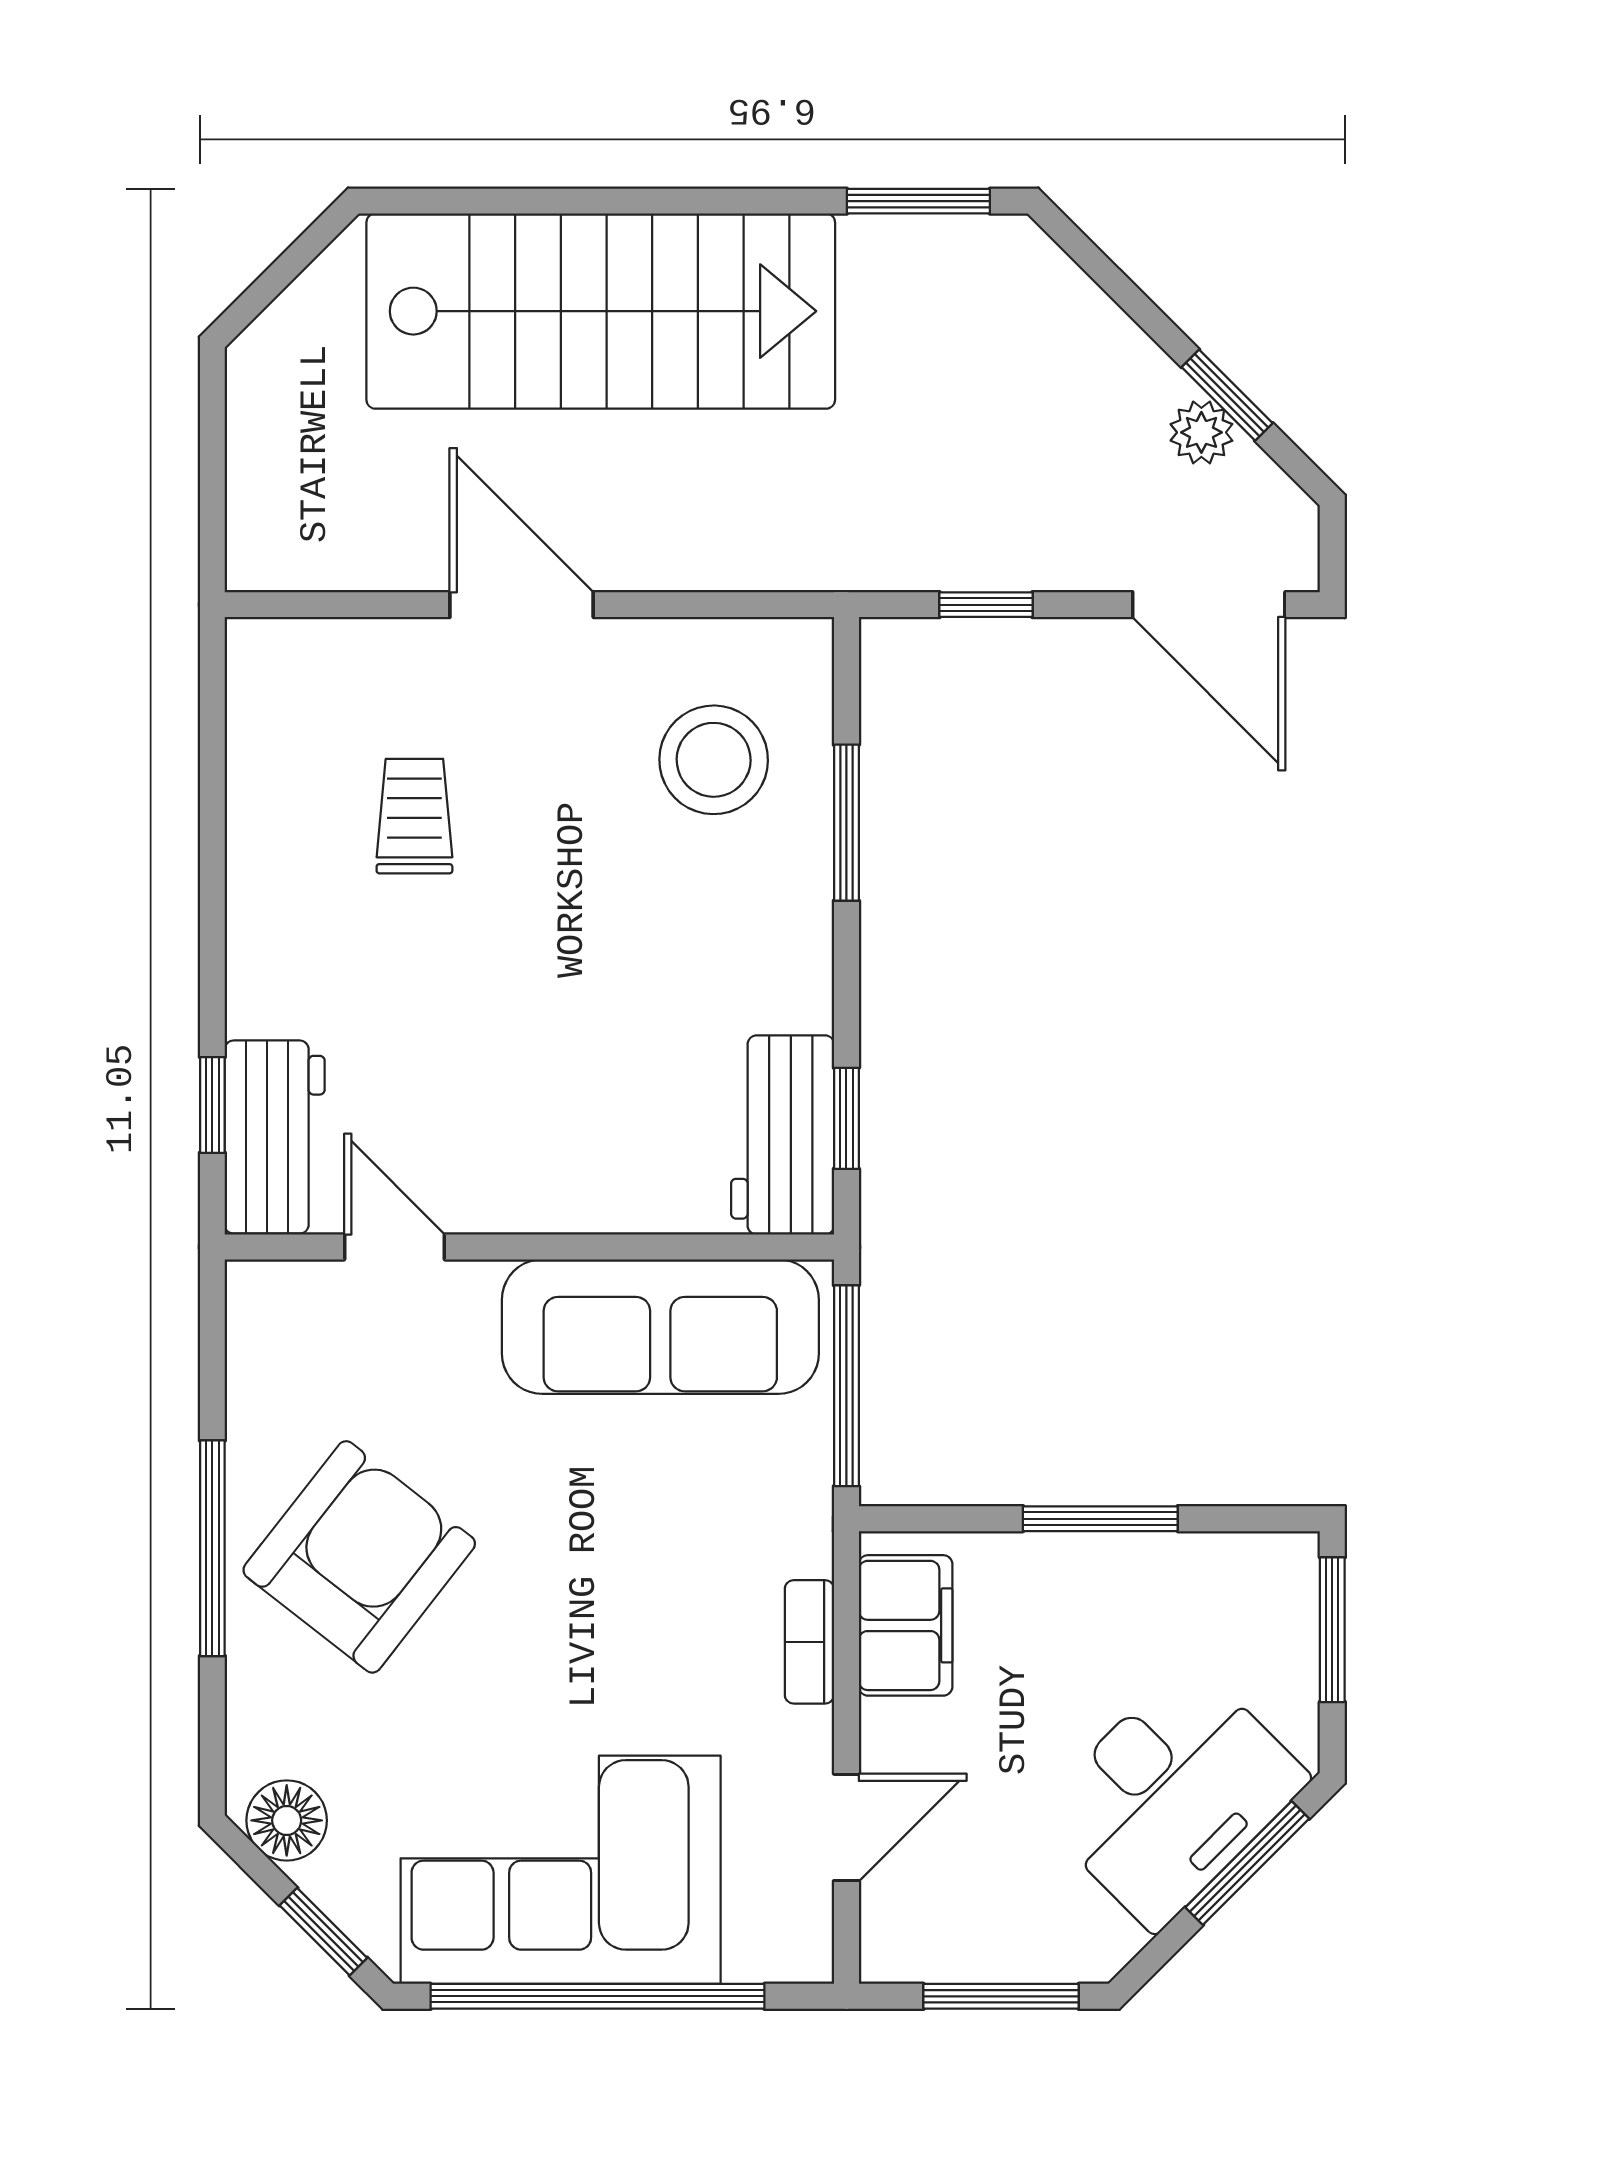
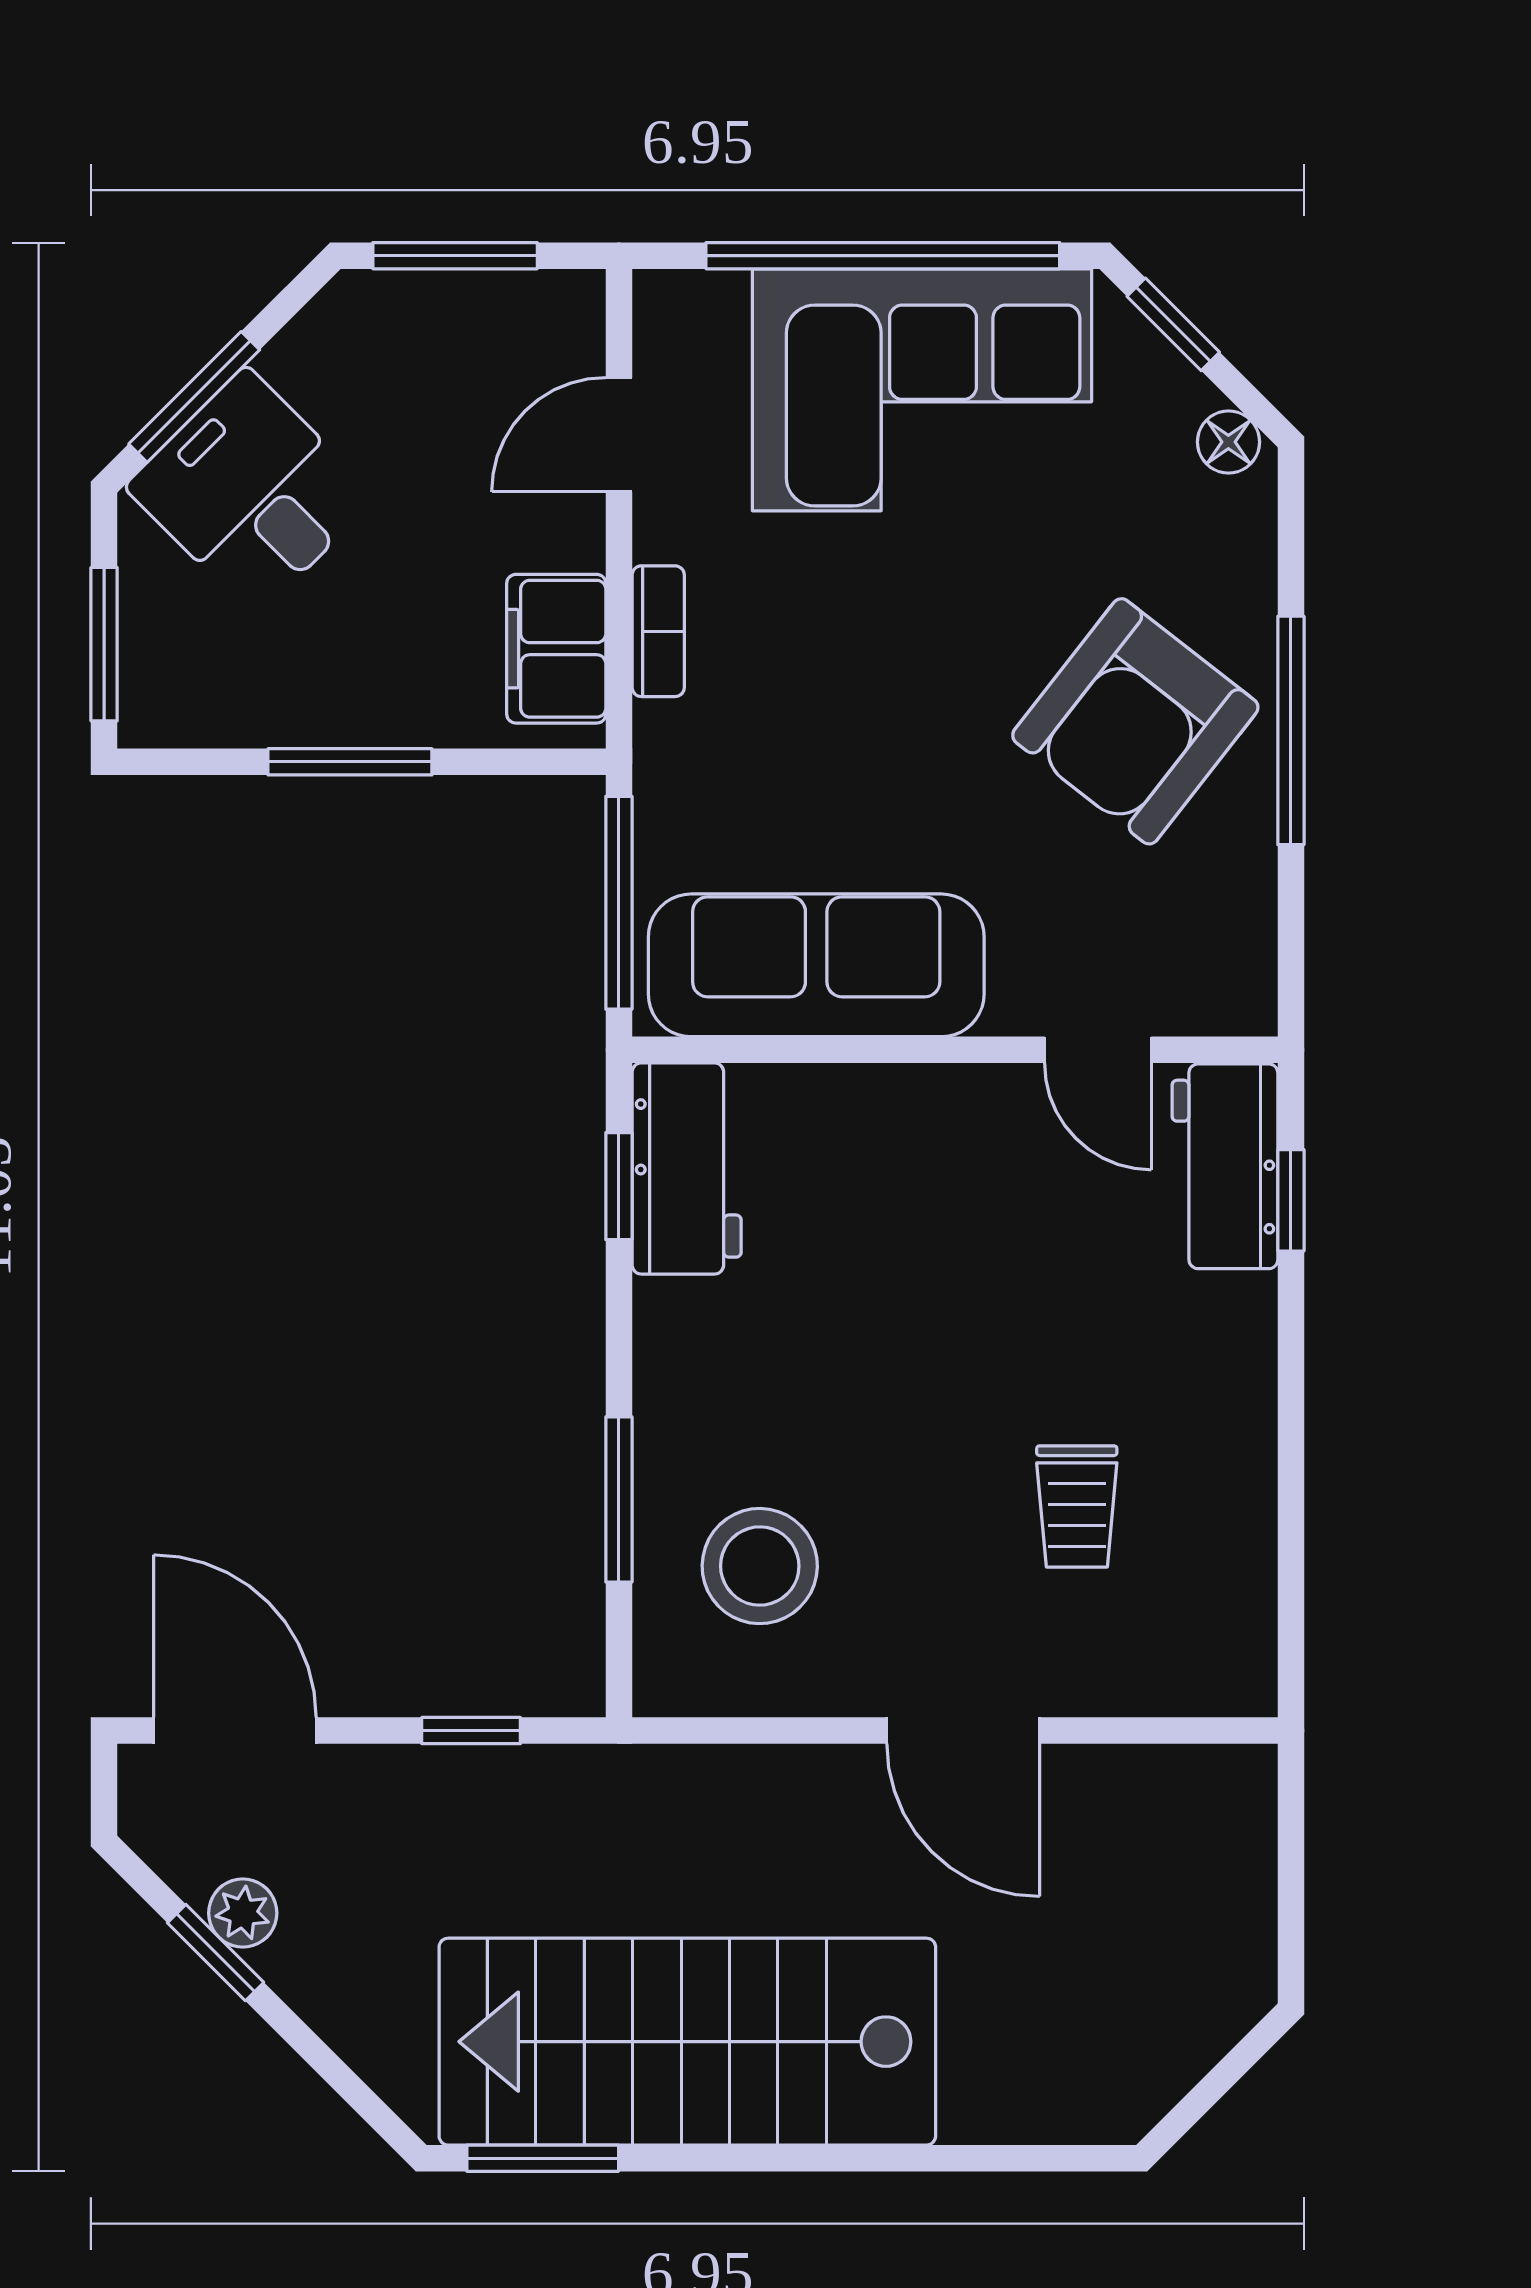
stairs: (601, 311) -> (687, 2042), moved
desk: (1172, 1795) -> (251, 492), width x0.73
floor lamp: (287, 1820) -> (1228, 442), width x0.73, depth x0.73

